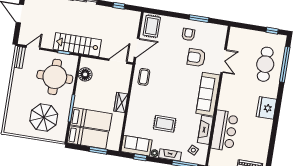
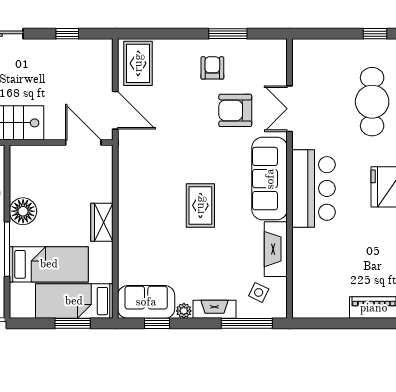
door: (137, 48) -> (115, 110), hinge flipped
door: (118, 61) -> (83, 143), hinge flipped
double door: (224, 61) -> (290, 109), swing flipped
floor lamp: (85, 74) -> (23, 211), moved
coffee table: (144, 77) -> (139, 165), removed
rug: (165, 124) -> (200, 205), moved, turned 90
bar counter: (225, 131) -> (314, 188), moved
bed: (88, 137) -> (74, 301), moved, turned 180

